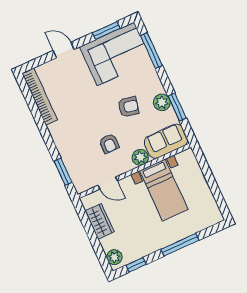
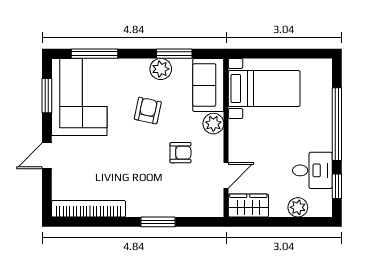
window: (63, 172) -> (158, 222), moved
bed with nightstands: (164, 190) -> (264, 89), moved
wardrobe: (100, 221) -> (248, 205), moved
desk: (139, 242) -> (312, 170), added
window: (180, 245) -> (337, 124), width x1.46
plant: (114, 257) -> (298, 207), moved

